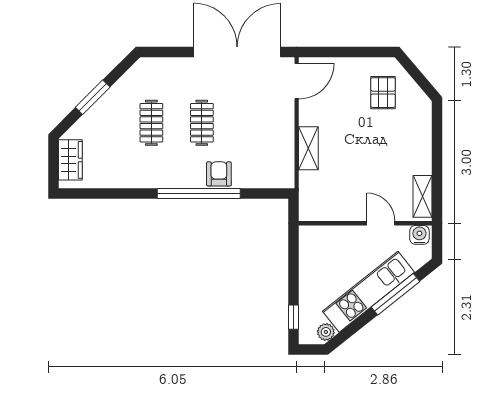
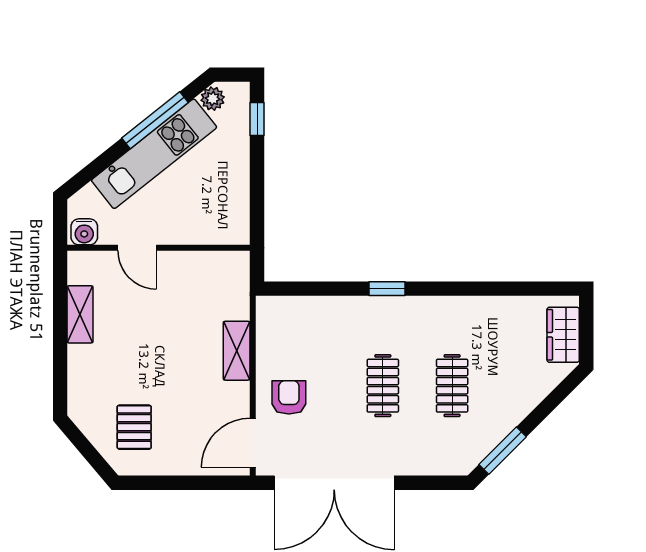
window: (93, 97) -> (503, 451), moved
armchair: (219, 174) -> (289, 397), moved, turned 180
window: (199, 194) -> (387, 289), width x0.32
shelving: (423, 196) -> (80, 314), moved
window: (396, 294) -> (155, 120), moved

